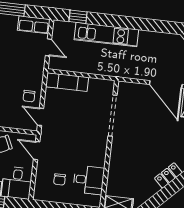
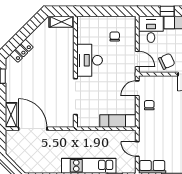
door: (40, 117) -> (137, 88), swing flipped
desk: (89, 180) -> (90, 60), moved, width x1.37

